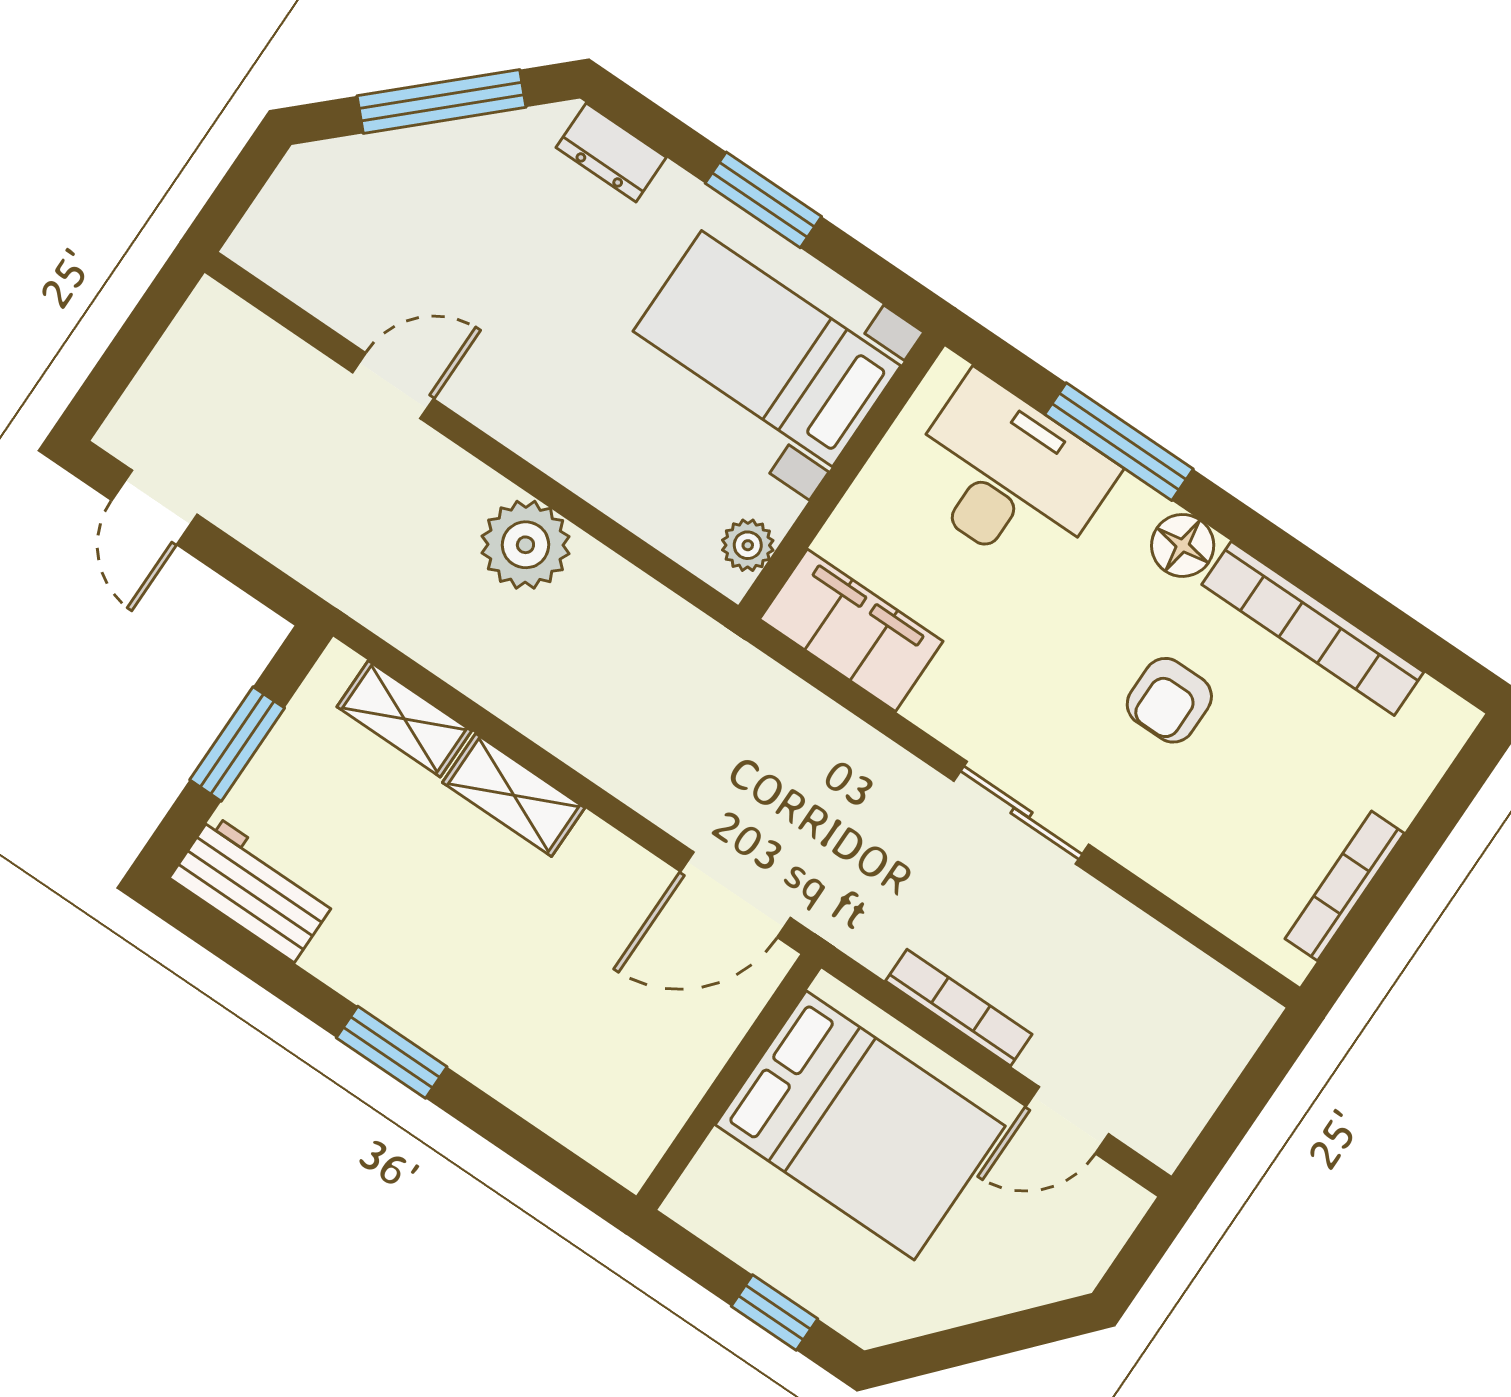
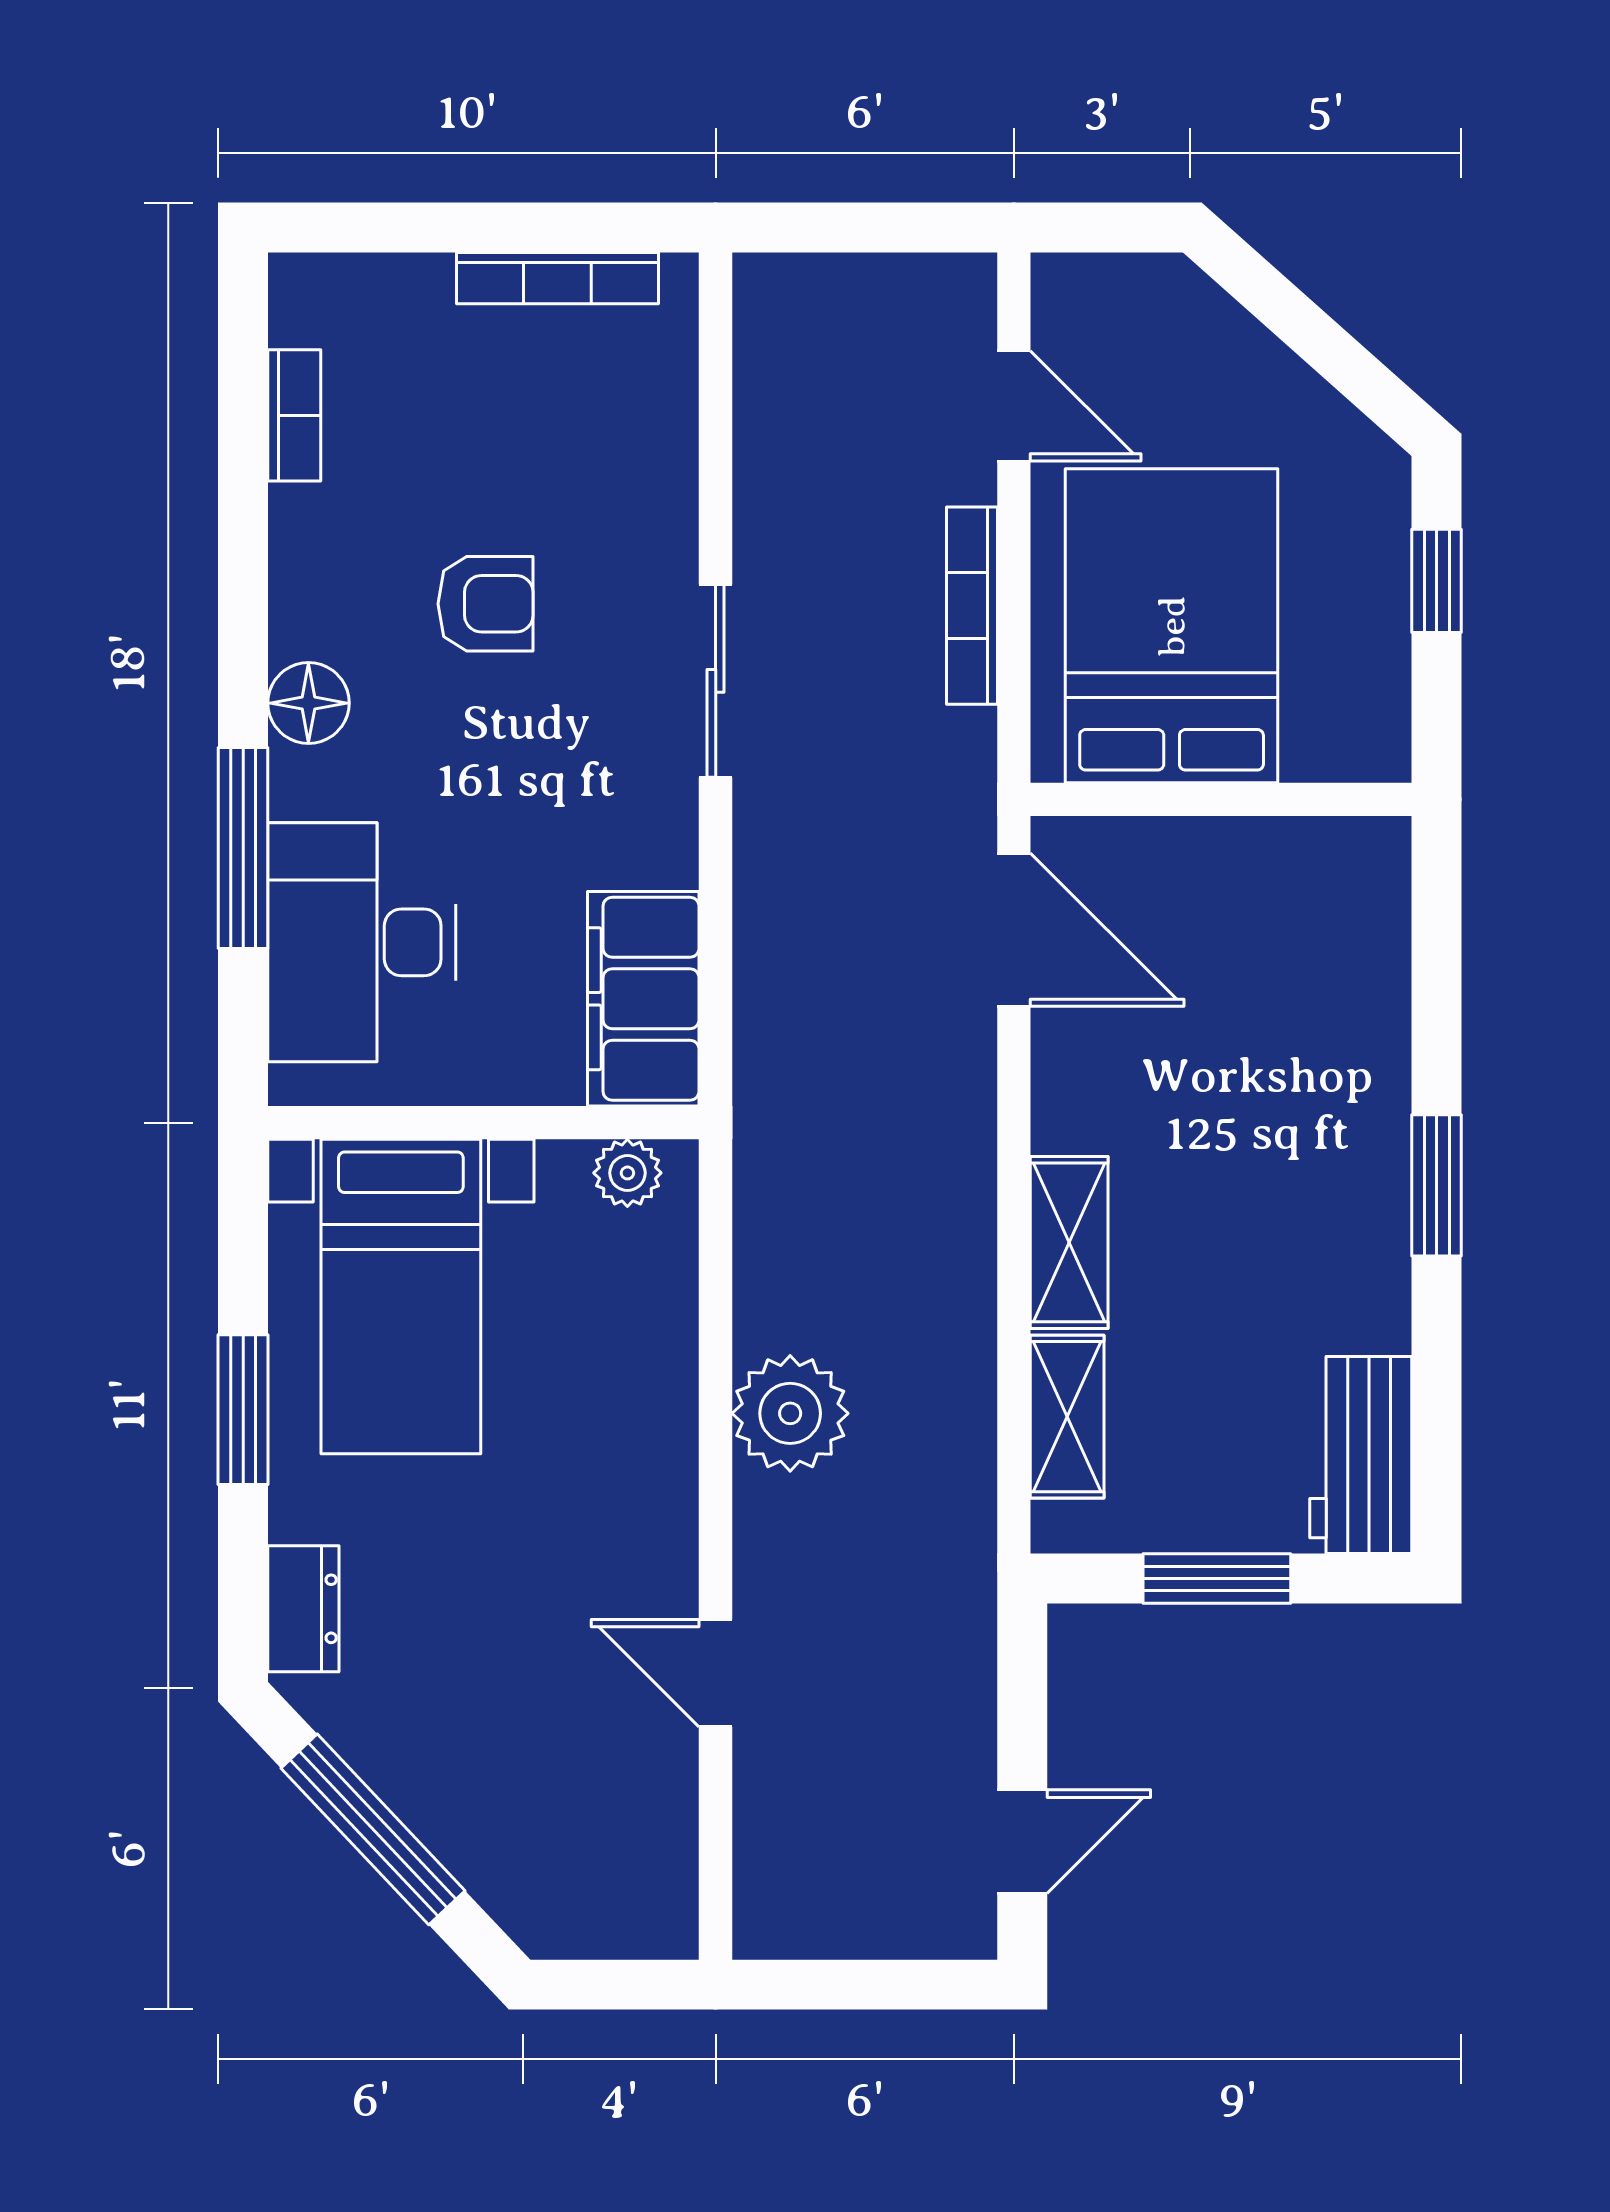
bookcase: (1313, 628) -> (294, 415), width x0.43, depth x0.76

